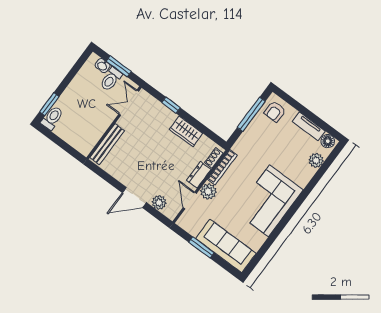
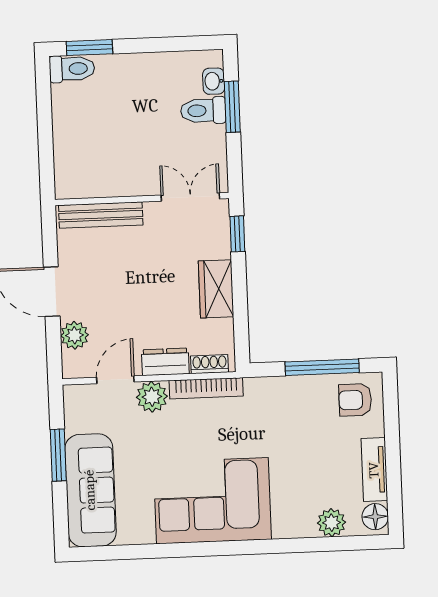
double door: (129, 103) -> (190, 197), moved
wall: (114, 123) -> (142, 199), moved
bench: (107, 144) -> (101, 215), moved

